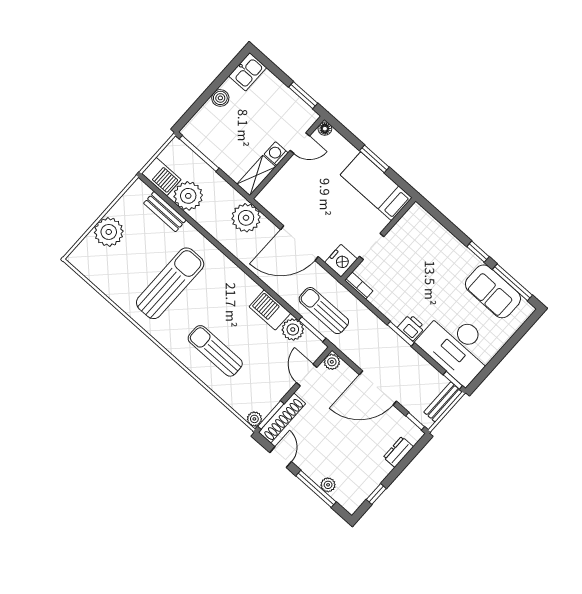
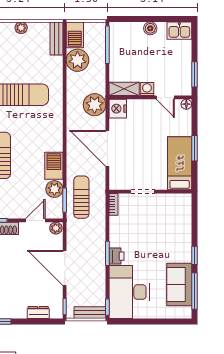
bench: (165, 212) -> (56, 38), moved
plant: (109, 232) -> (21, 28), width x0.53, depth x0.53
nightstand: (341, 261) -> (118, 109), moved, turned 90

